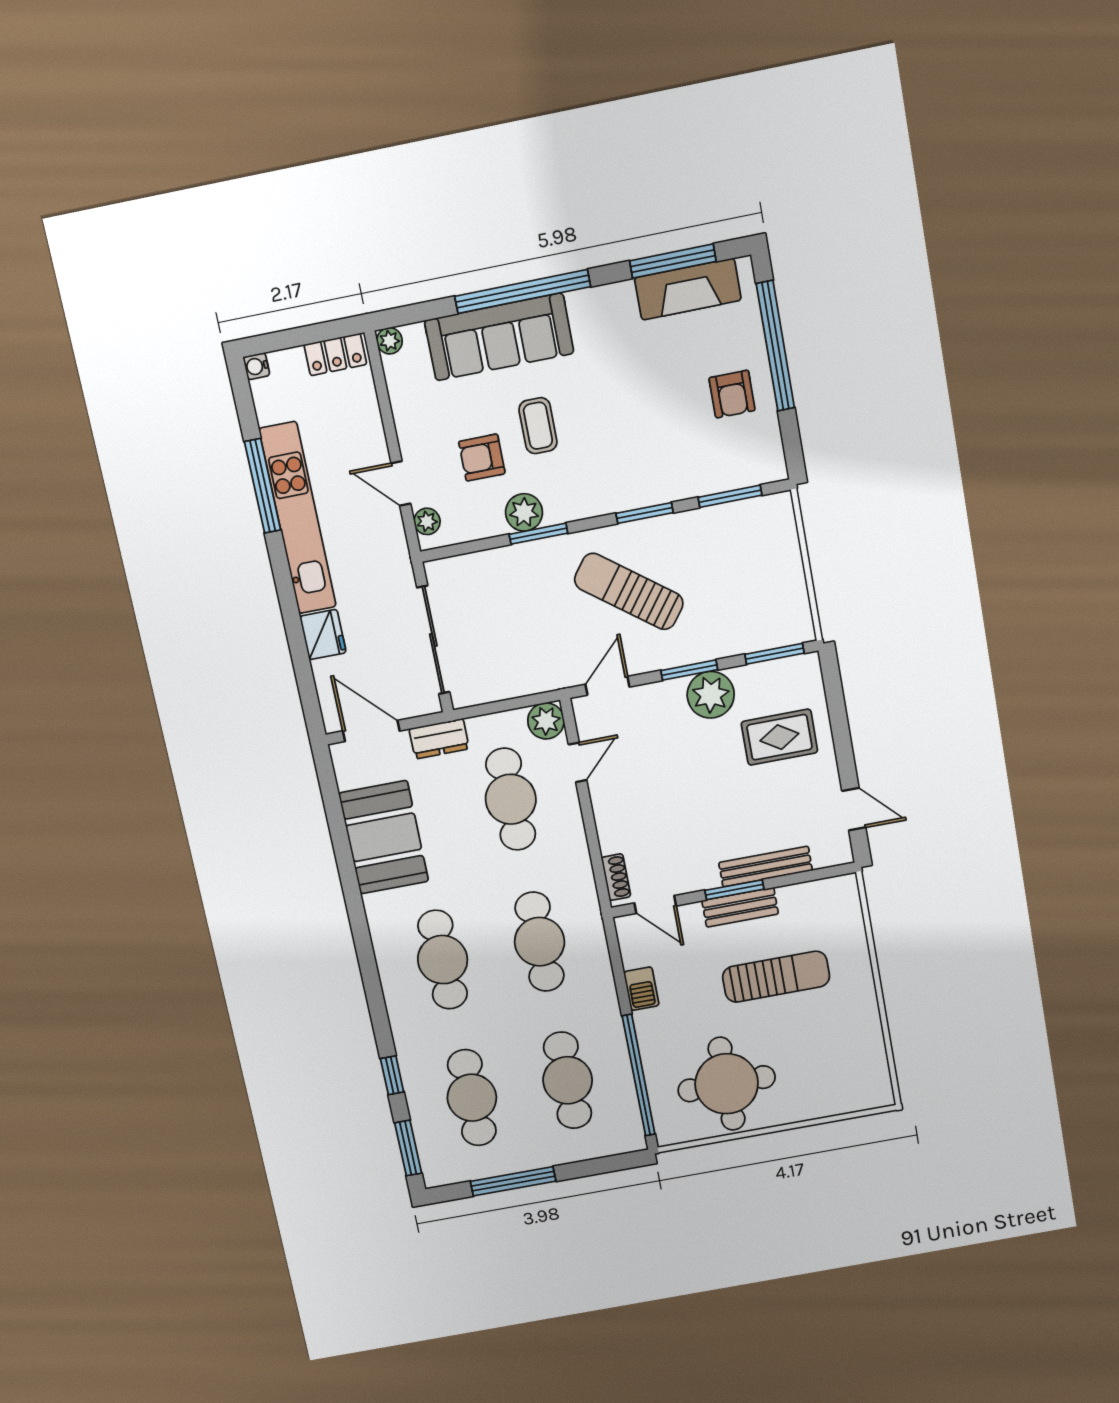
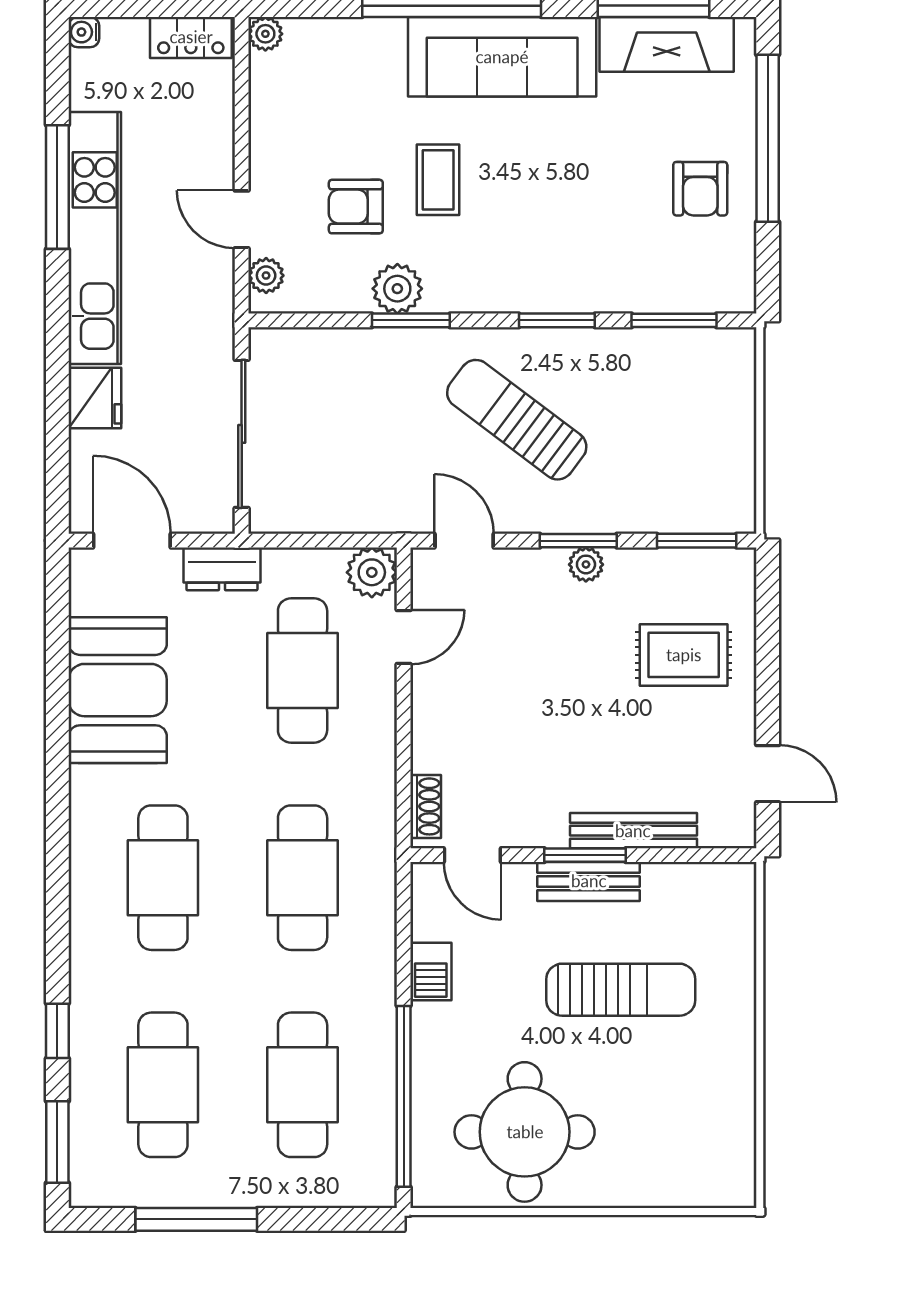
sofa: (499, 337) -> (502, 57), moved
door: (607, 686) -> (464, 541), hinge flipped
plant: (711, 695) -> (586, 564), width x0.53, depth x0.53

